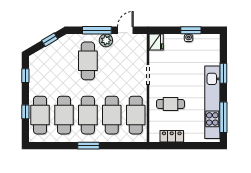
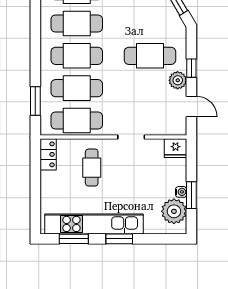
window: (97, 30) -> (191, 68), width x0.46
plant: (203, 43) -> (174, 211), added
window: (223, 73) -> (119, 239), moved
window: (223, 117) -> (74, 239), width x0.69
locker: (172, 136) -> (48, 154), moved
window: (88, 146) -> (35, 101), moved

